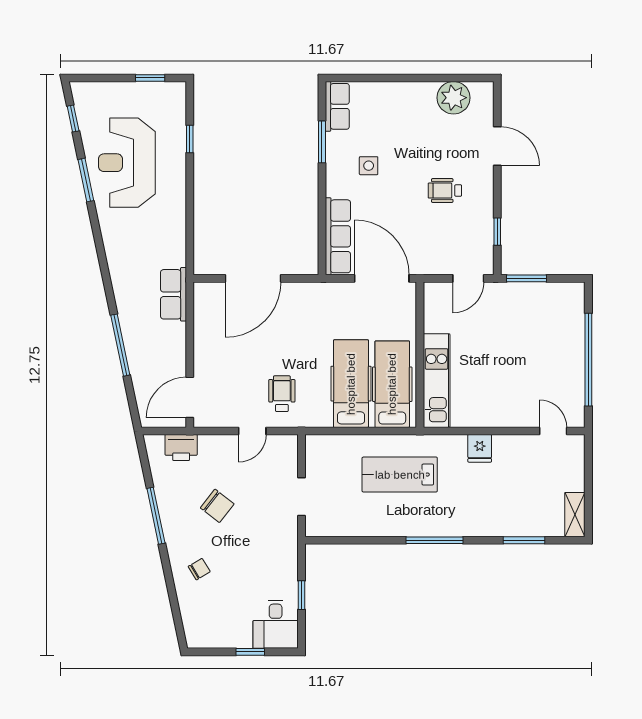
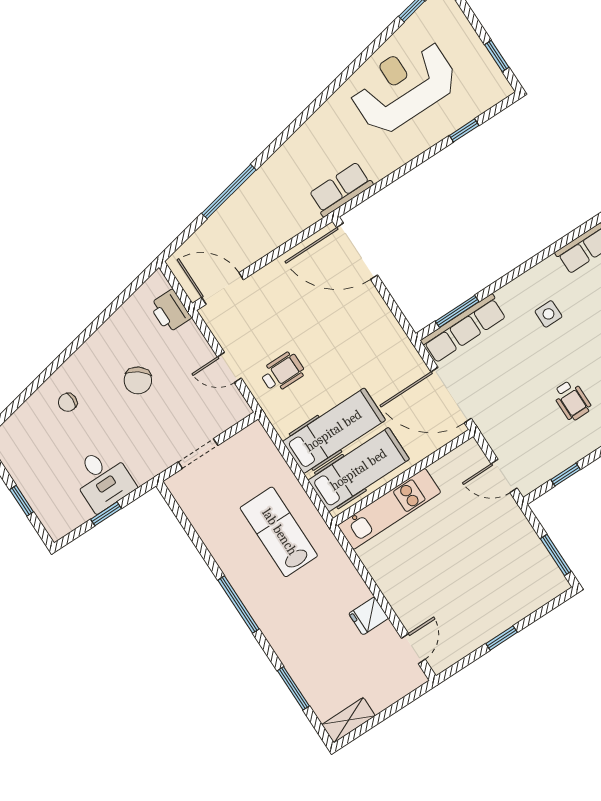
window: (322, 142) -> (457, 311), moved
window: (86, 180) -> (362, 58), removed
wheelchair: (445, 191) -> (572, 400), turned 180
door: (253, 278) -> (357, 251), moved
door: (382, 278) -> (451, 395), swing flipped
window: (527, 278) -> (556, 555), moved
row of seats: (174, 294) -> (341, 189), moved
window: (588, 360) -> (502, 638), width x0.32
fridge: (480, 448) -> (369, 616), moved
window: (156, 516) -> (91, 329), removed
chair: (199, 569) -> (68, 402), turned 121
desk: (276, 624) -> (103, 479), moved, turned -90

